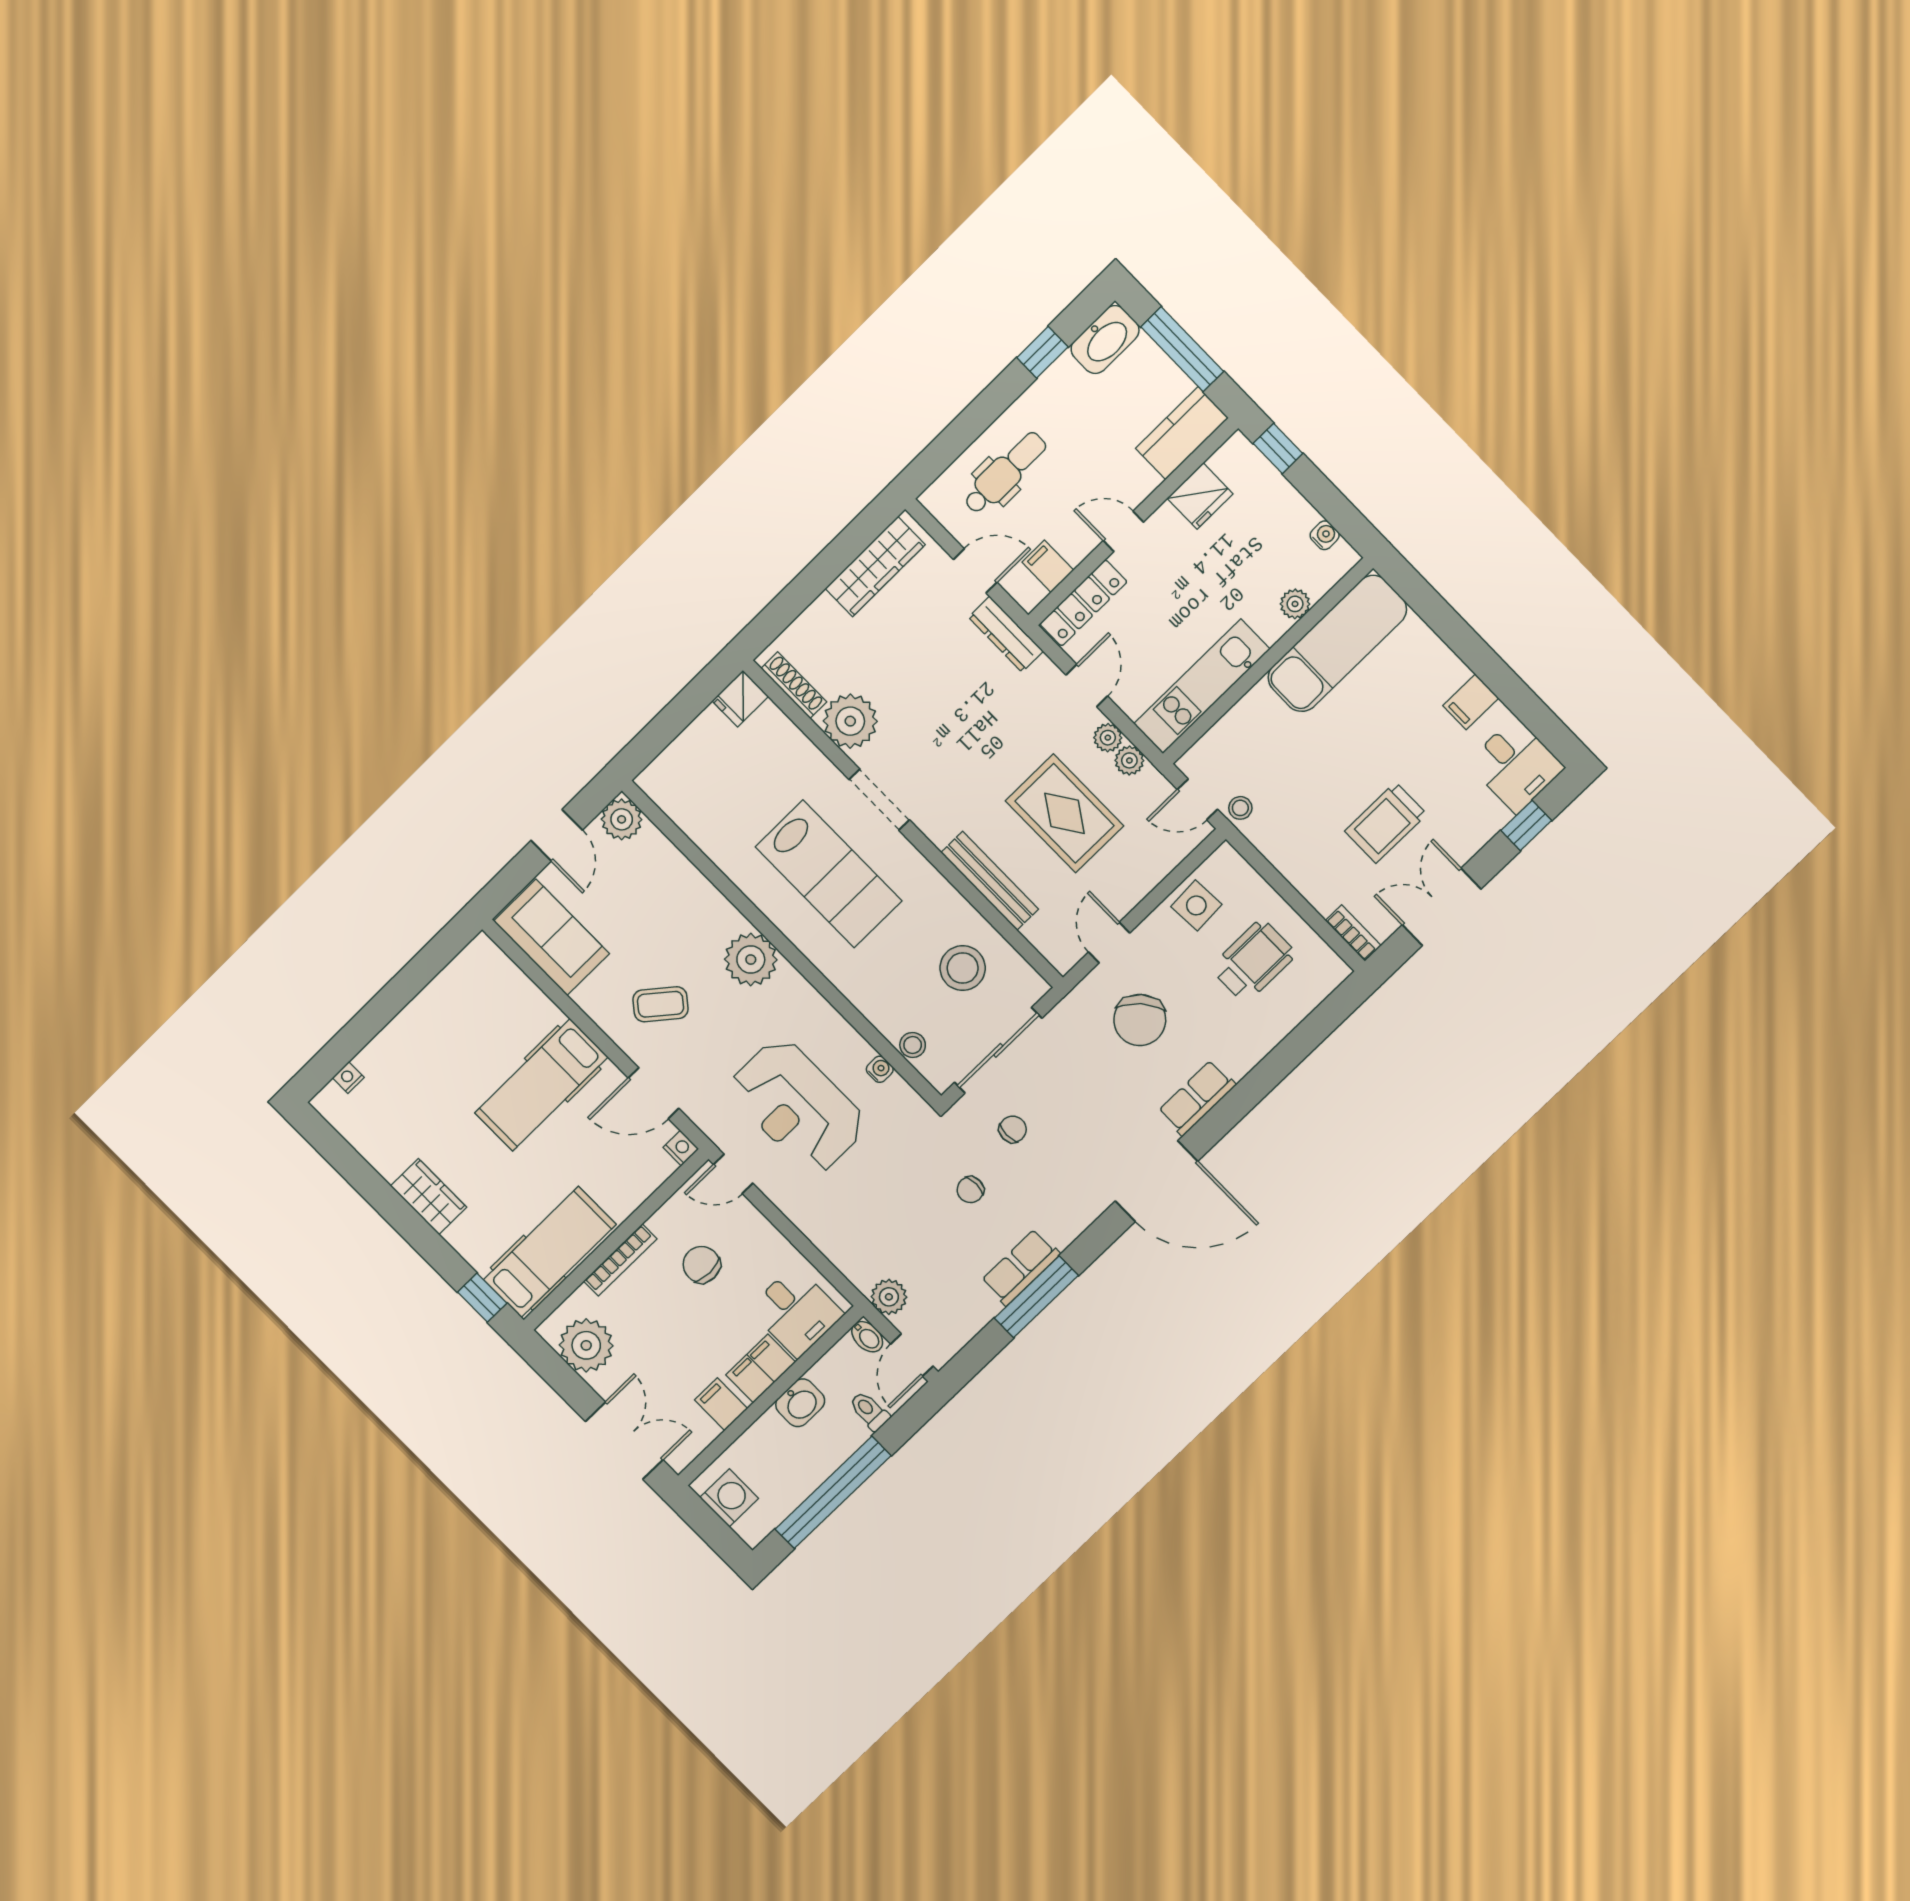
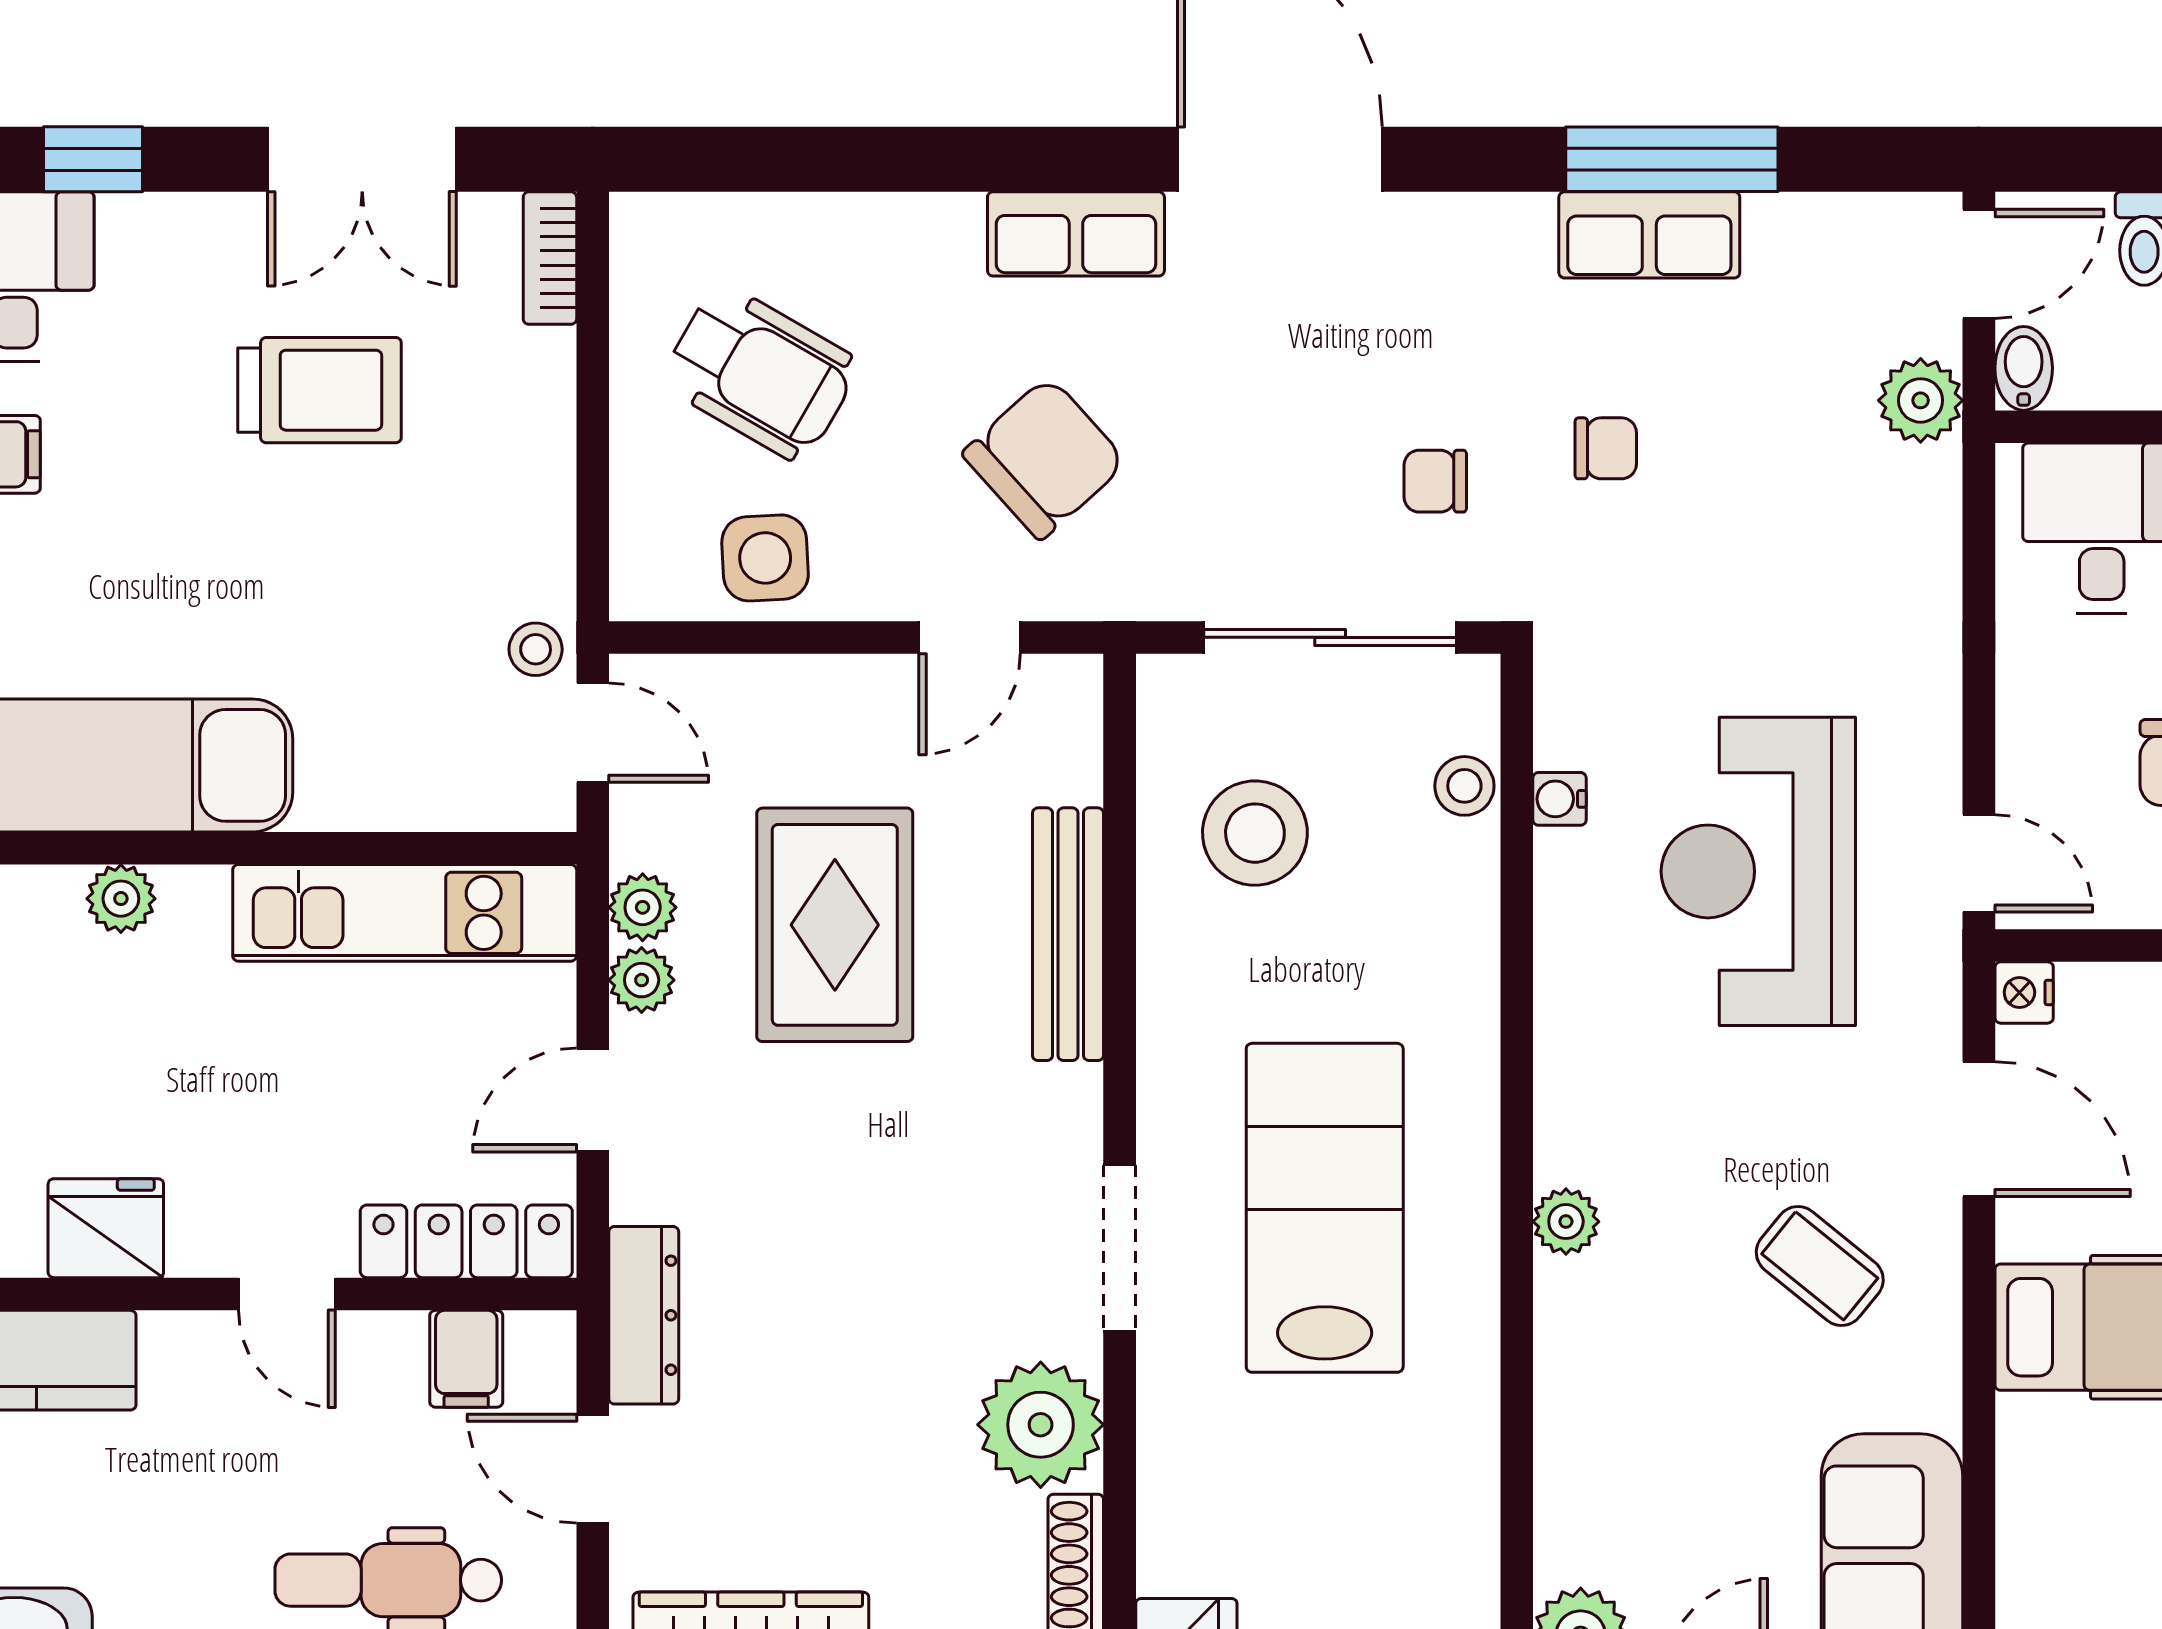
plant: (751, 960) -> (1566, 1222), width x0.53, depth x0.53
wheelchair: (1253, 961) -> (760, 373), turned -150
reception desk: (798, 1106) -> (1758, 871), turned 180

